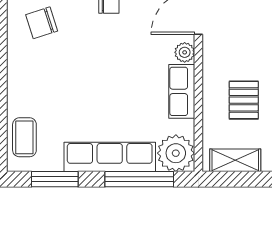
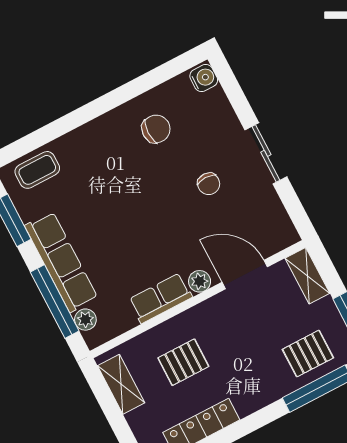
chair: (42, 23) -> (156, 129), turned 108
plant: (176, 153) -> (85, 320), width x0.53, depth x0.53

